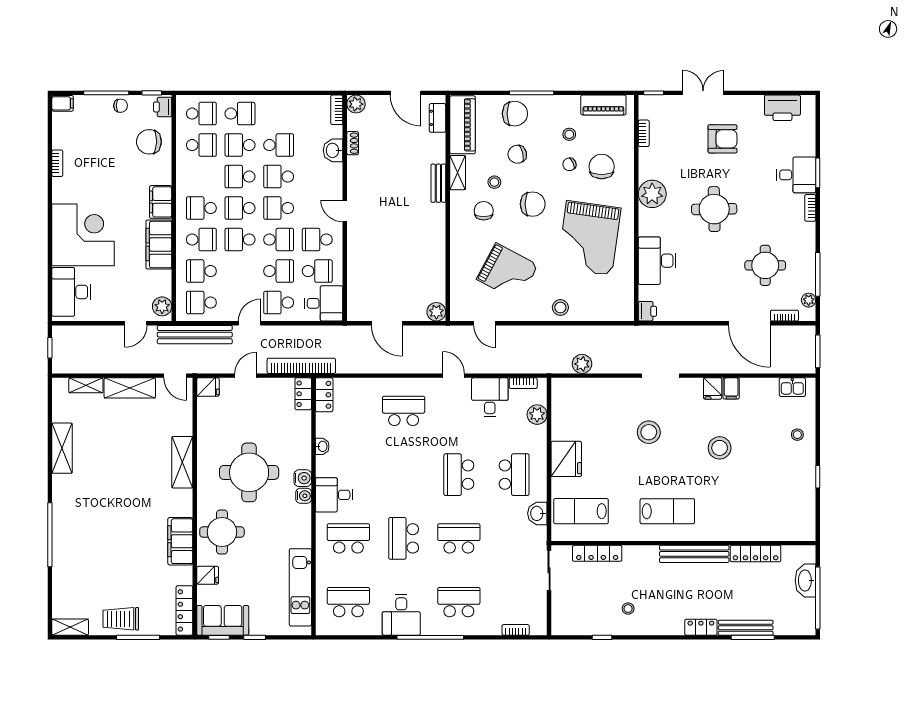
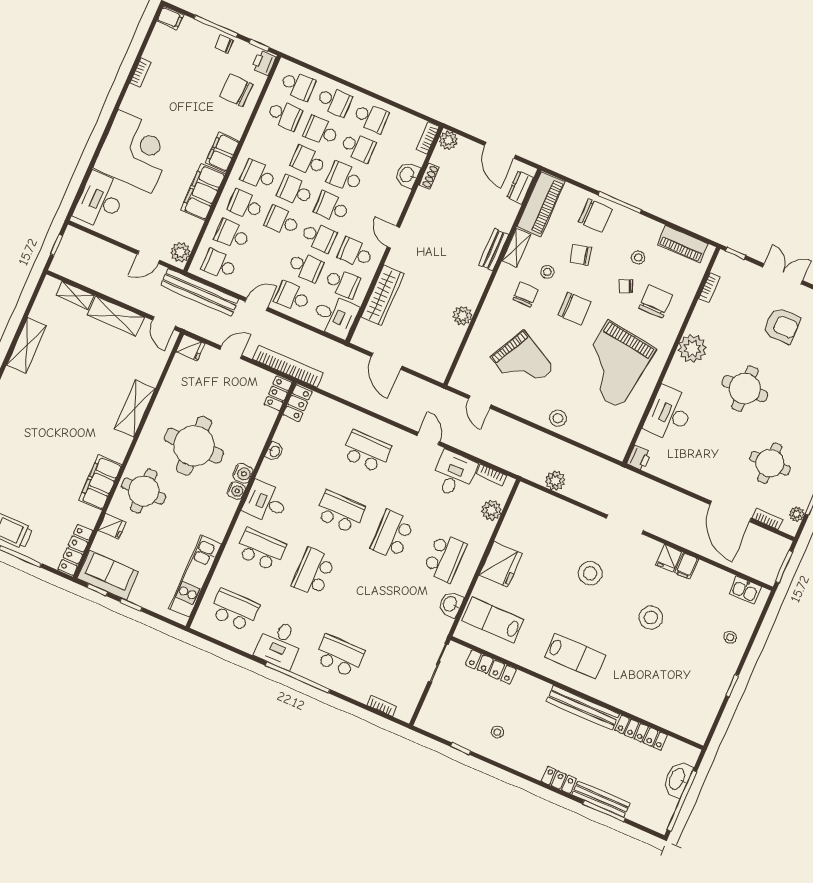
chair: (121, 106) -> (224, 44), turned 180
school desk: (279, 114) -> (371, 117), added
school desk: (201, 240) -> (245, 205), turned 180
wardrobe: (358, 266) -> (382, 295), added
plant: (436, 312) -> (463, 316), moved
school desk: (459, 538) -> (340, 512), moved

